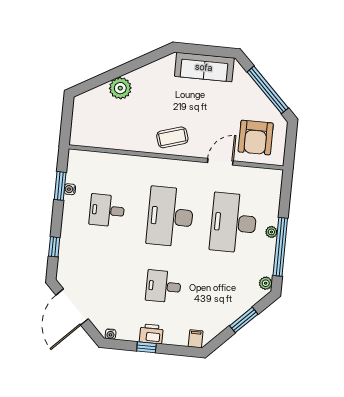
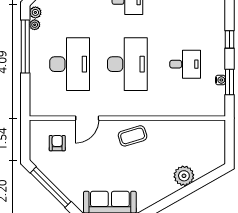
armchair: (256, 138) -> (57, 143), width x0.53, depth x0.53
plant: (271, 232) -> (35, 25), moved
window: (54, 247) -> (230, 39), moved

